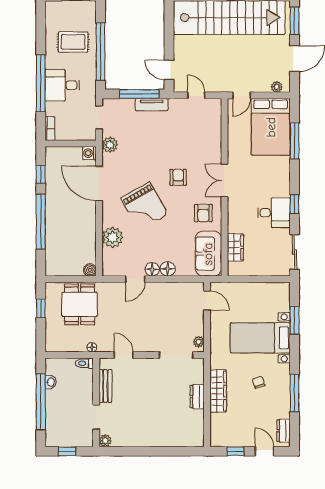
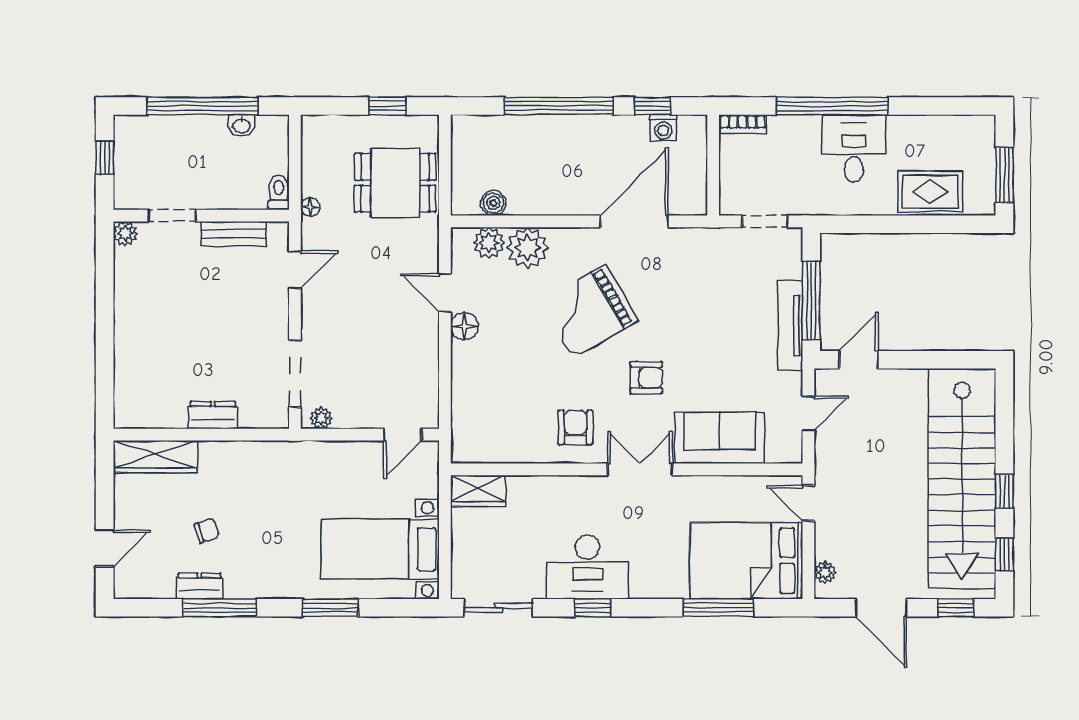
window: (295, 21) -> (956, 608), width x0.67
rug: (73, 42) -> (930, 192), moved, turned 90
window: (101, 52) -> (895, 224), removed
desk: (62, 85) -> (854, 148), moved
tv unit: (152, 105) -> (790, 325), width x1.41
plant: (110, 145) -> (489, 243), moved
washing machine: (89, 153) -> (663, 128), moved, turned 180
armchair: (203, 213) -> (575, 427), turned 90
desk: (274, 213) -> (587, 567), width x1.37
wardrobe: (235, 247) -> (478, 491), moved
sofa: (208, 254) -> (719, 438), moved
floor lamp: (168, 269) -> (465, 357), removed
boiler: (90, 270) -> (493, 203), moved
window: (295, 320) -> (330, 608), moved
bed with nightstands: (260, 338) -> (380, 549), moved, turned -90
chair: (259, 382) -> (207, 531), moved
wardrobe: (218, 391) -> (155, 457), moved
dresser: (284, 431) -> (199, 586), moved
window: (235, 451) -> (105, 491), removed

